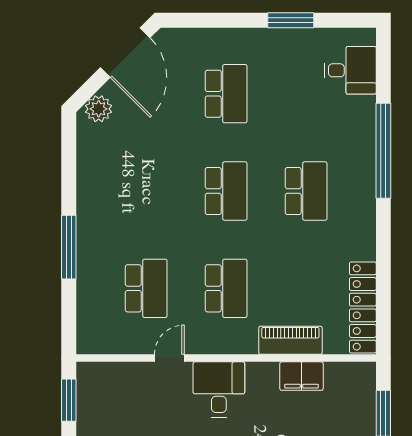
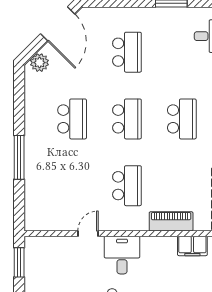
school desk: (146, 288) -> (72, 119), moved
filing cabinet: (301, 376) -> (192, 246), moved

